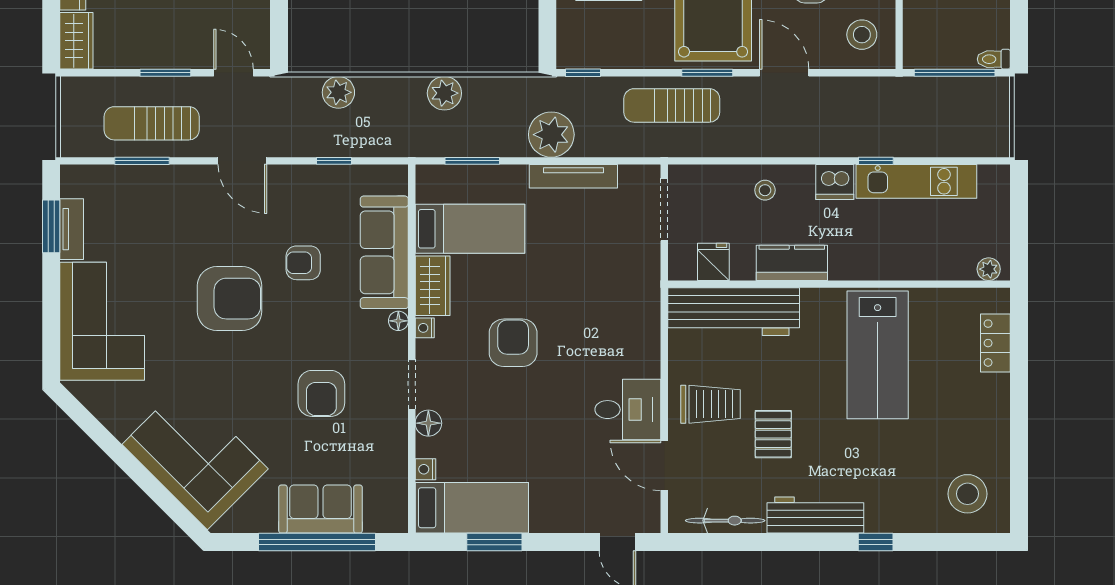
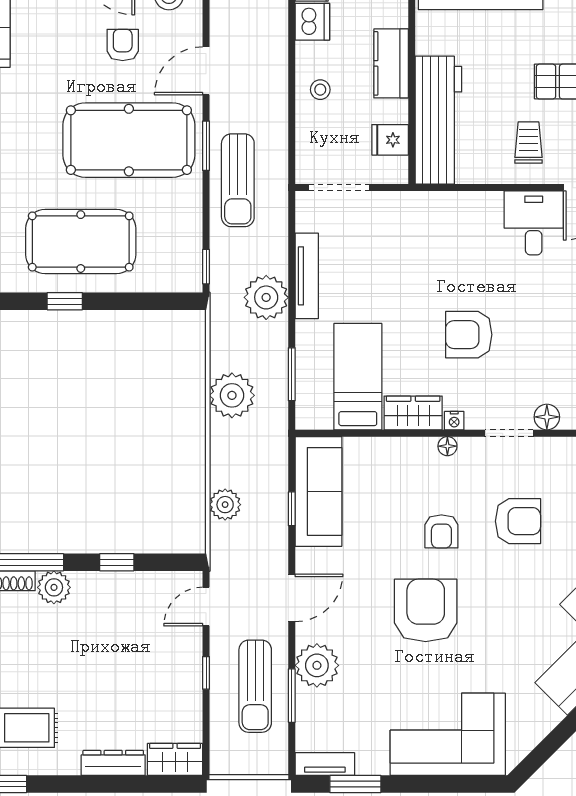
window: (165, 73) -> (206, 673), width x0.67
plant: (444, 93) -> (232, 395), width x1.36, depth x1.36
plant: (173, 187) -> (317, 665), added
tv unit: (72, 229) -> (325, 764), moved
sofa: (384, 252) -> (318, 491), moved, turned -90
armchair: (303, 263) -> (441, 531), moved
trolley: (711, 404) -> (528, 143), width x0.73, depth x0.72

